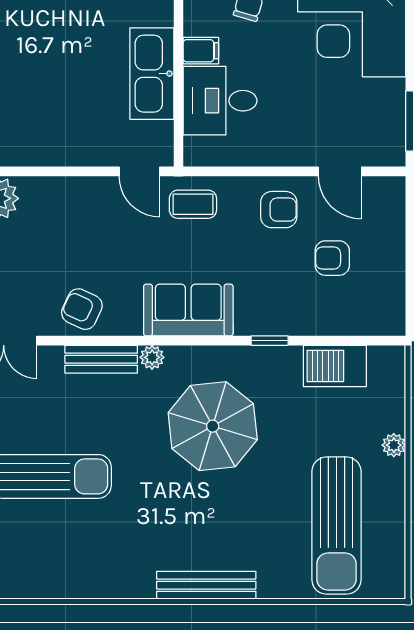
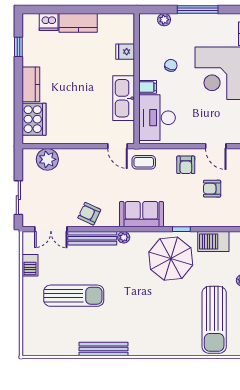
desk: (220, 101) -> (157, 118), width x1.37
armchair: (279, 210) -> (186, 165), turned 90
bench: (101, 359) -> (92, 238), width x1.36
parasol: (213, 426) -> (171, 259), moved
bench: (206, 585) -> (104, 349), moved

